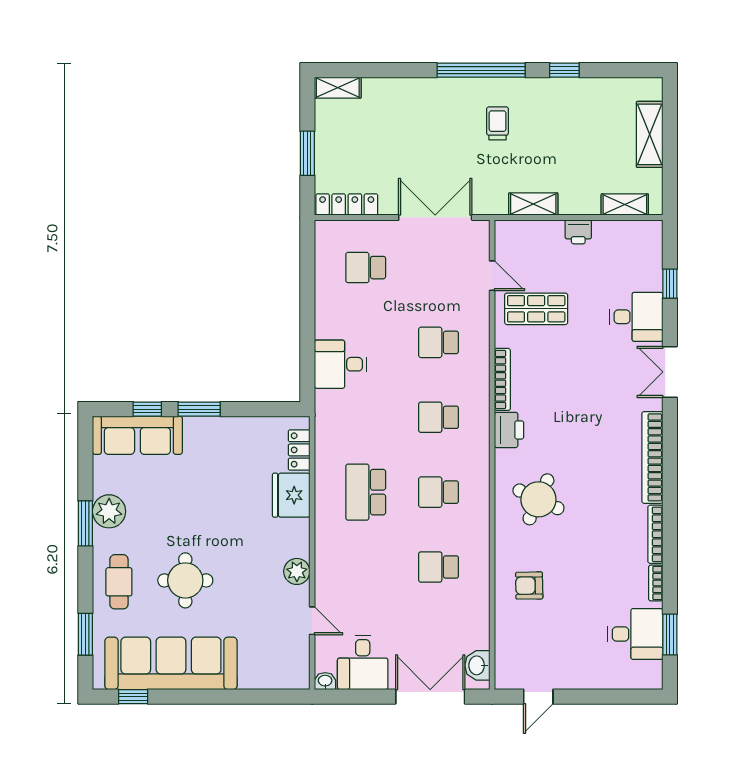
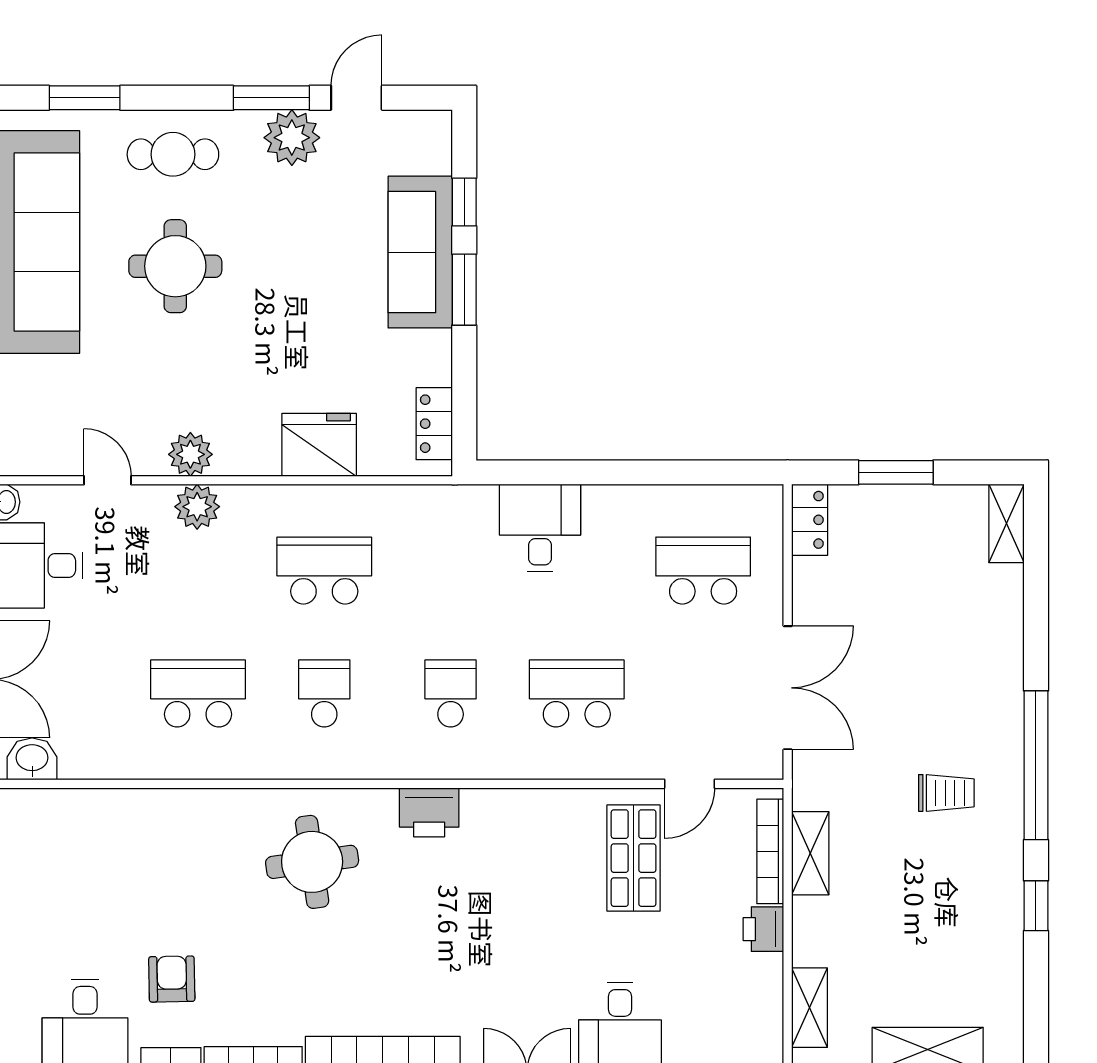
locker: (347, 204) -> (810, 520), width x0.66
school desk: (366, 268) -> (703, 571), width x1.85
school desk: (439, 342) -> (577, 693), width x1.85
bookcase: (502, 379) -> (770, 851), moved, turned 90
sofa: (137, 435) -> (420, 252), moved
locker: (299, 450) -> (434, 424), moved, turned -90
door: (85, 473) -> (356, 98), added
round table: (538, 499) -> (312, 862), turned -33
plant: (328, 567) -> (197, 507), added
school desk: (439, 567) -> (198, 693), width x1.85
armchair: (529, 586) -> (172, 979), moved
door: (312, 621) -> (107, 480), swing flipped

